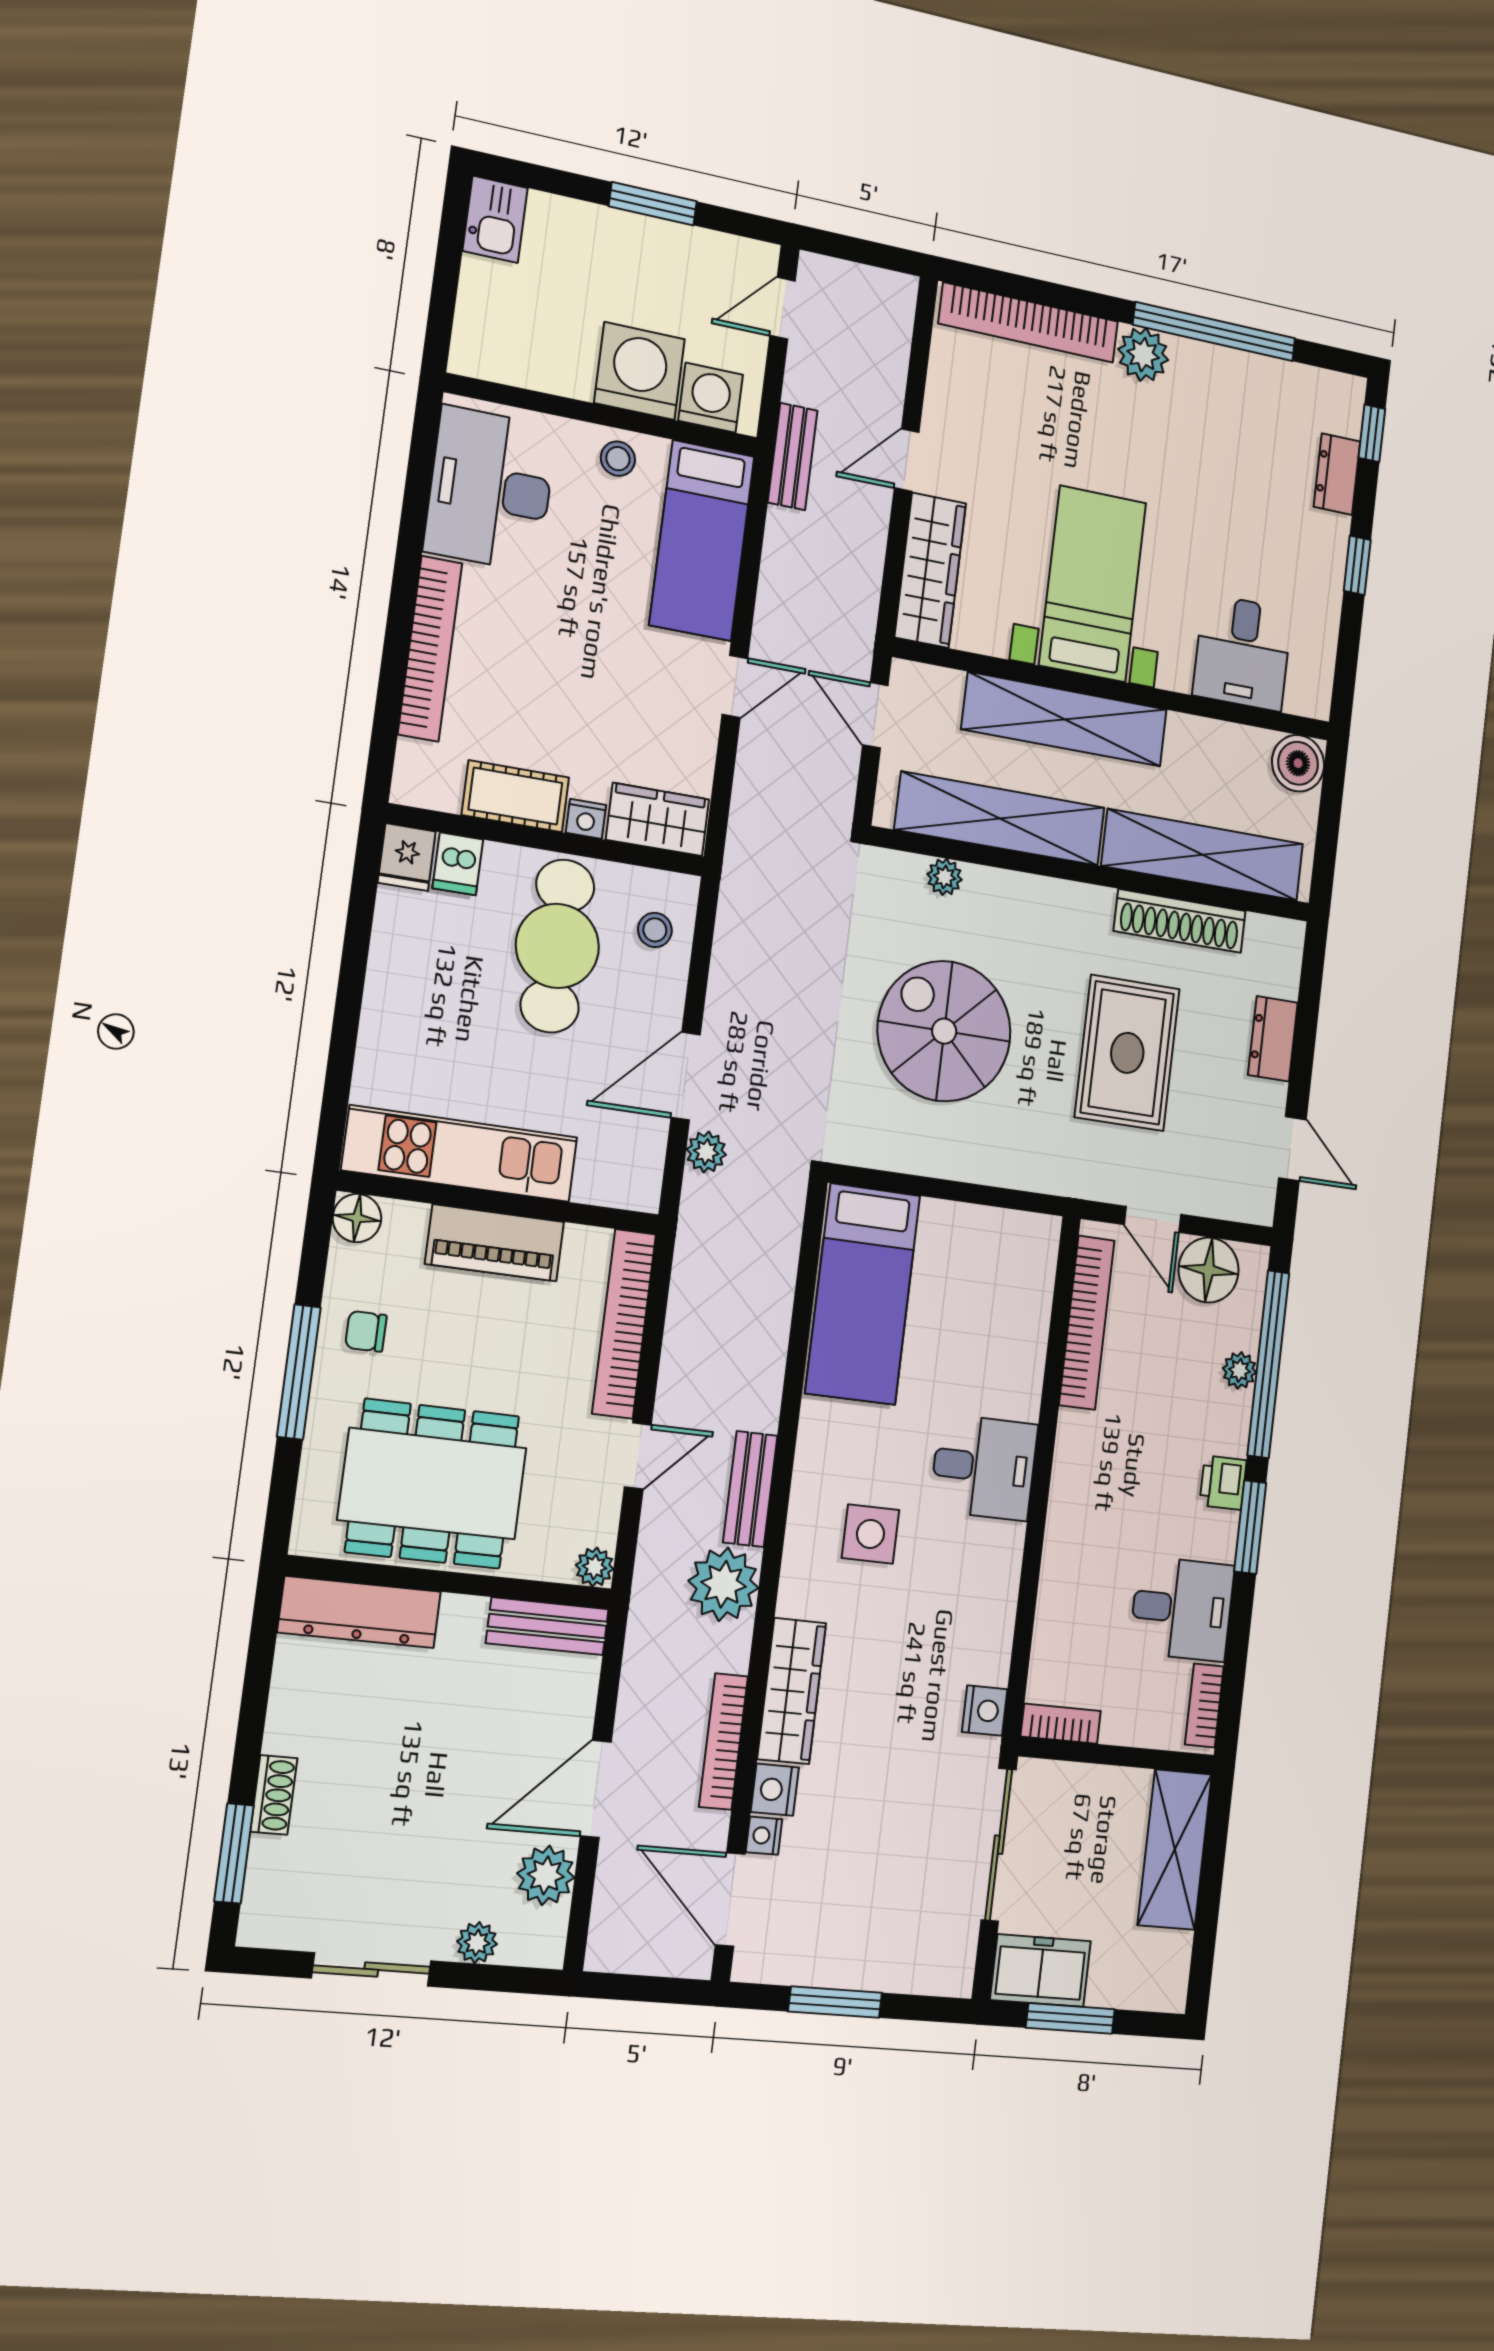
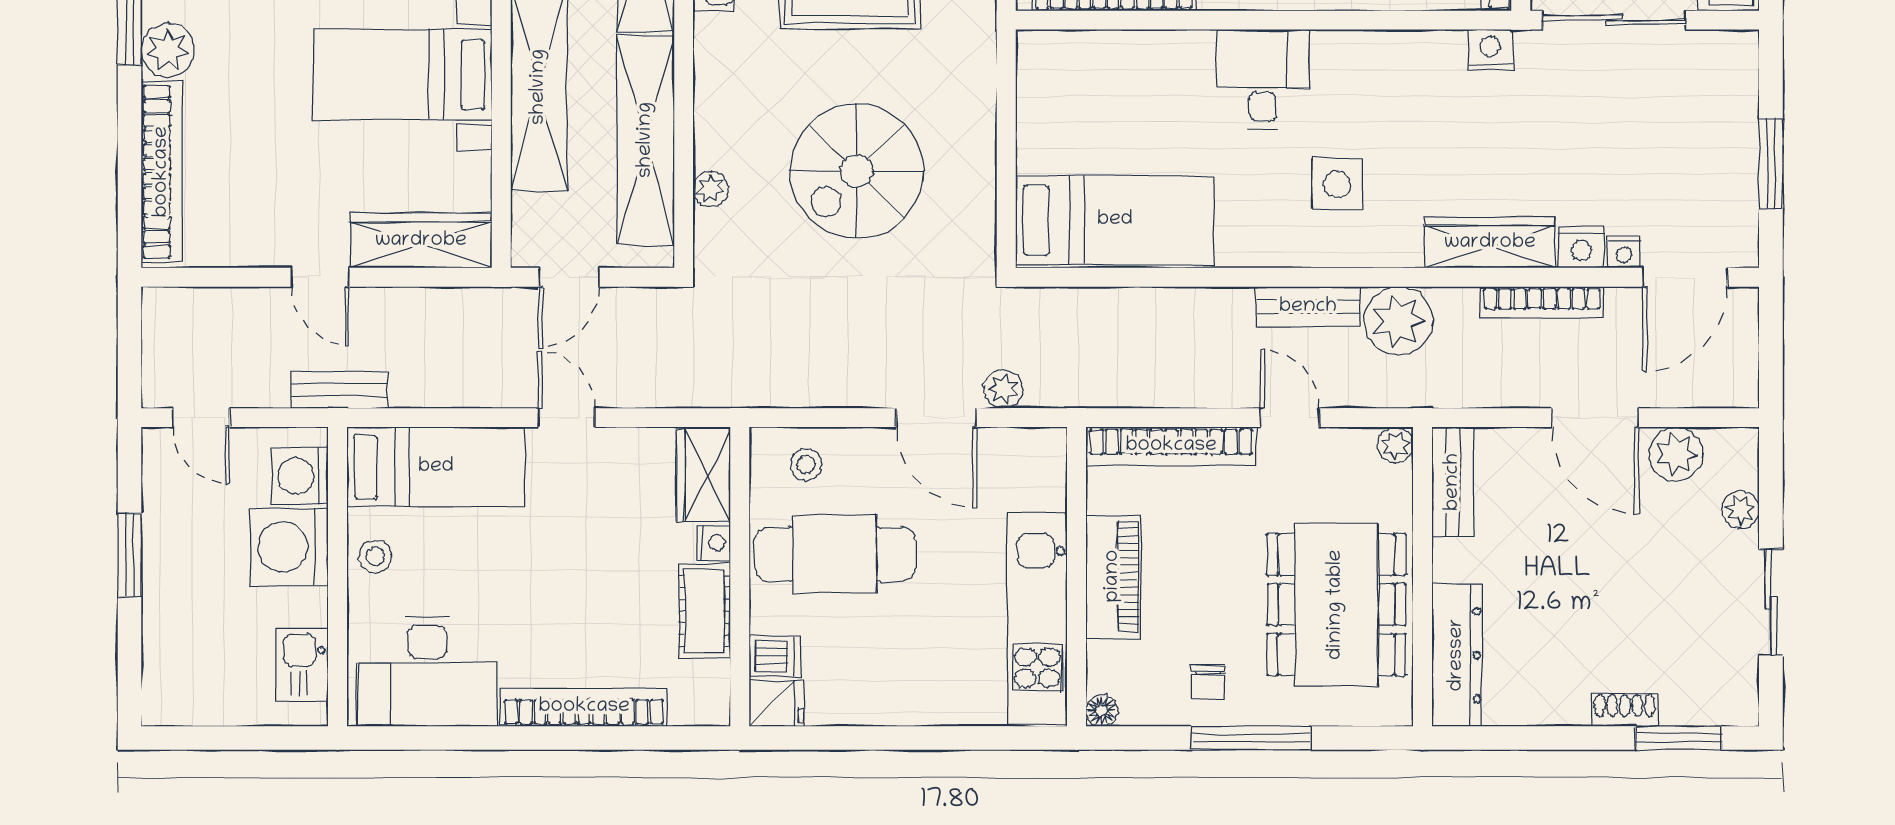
kitchen sink: (495, 219) -> (302, 665), moved, turned -90
floor lamp: (357, 1218) -> (1102, 710), width x0.73, depth x0.73

